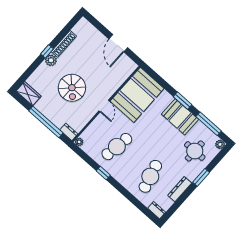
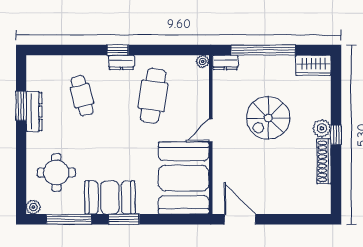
door: (118, 43) -> (240, 219), moved
spiral stairs: (72, 88) -> (268, 118), turned -90
door: (104, 106) -> (211, 130), hinge flipped
window: (103, 173) -> (118, 50), moved
cafe table: (150, 176) -> (82, 96), width x0.73, depth x0.74
window: (201, 177) -> (21, 106), moved
dresser: (157, 210) -> (121, 62), moved

